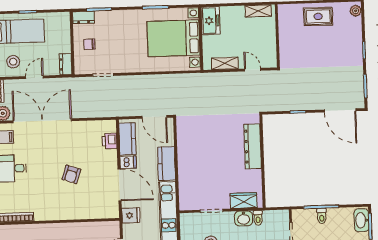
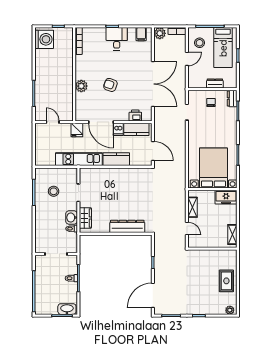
dresser: (66, 64) -> (215, 83), moved
door: (253, 70) -> (187, 229), hinge flipped
door: (34, 77) -> (187, 59), hinge flipped
door: (154, 117) -> (153, 151), swing flipped
double door: (42, 121) -> (153, 84), moved
door: (120, 185) -> (101, 122), hinge flipped
plant: (74, 212) -> (81, 86), added

